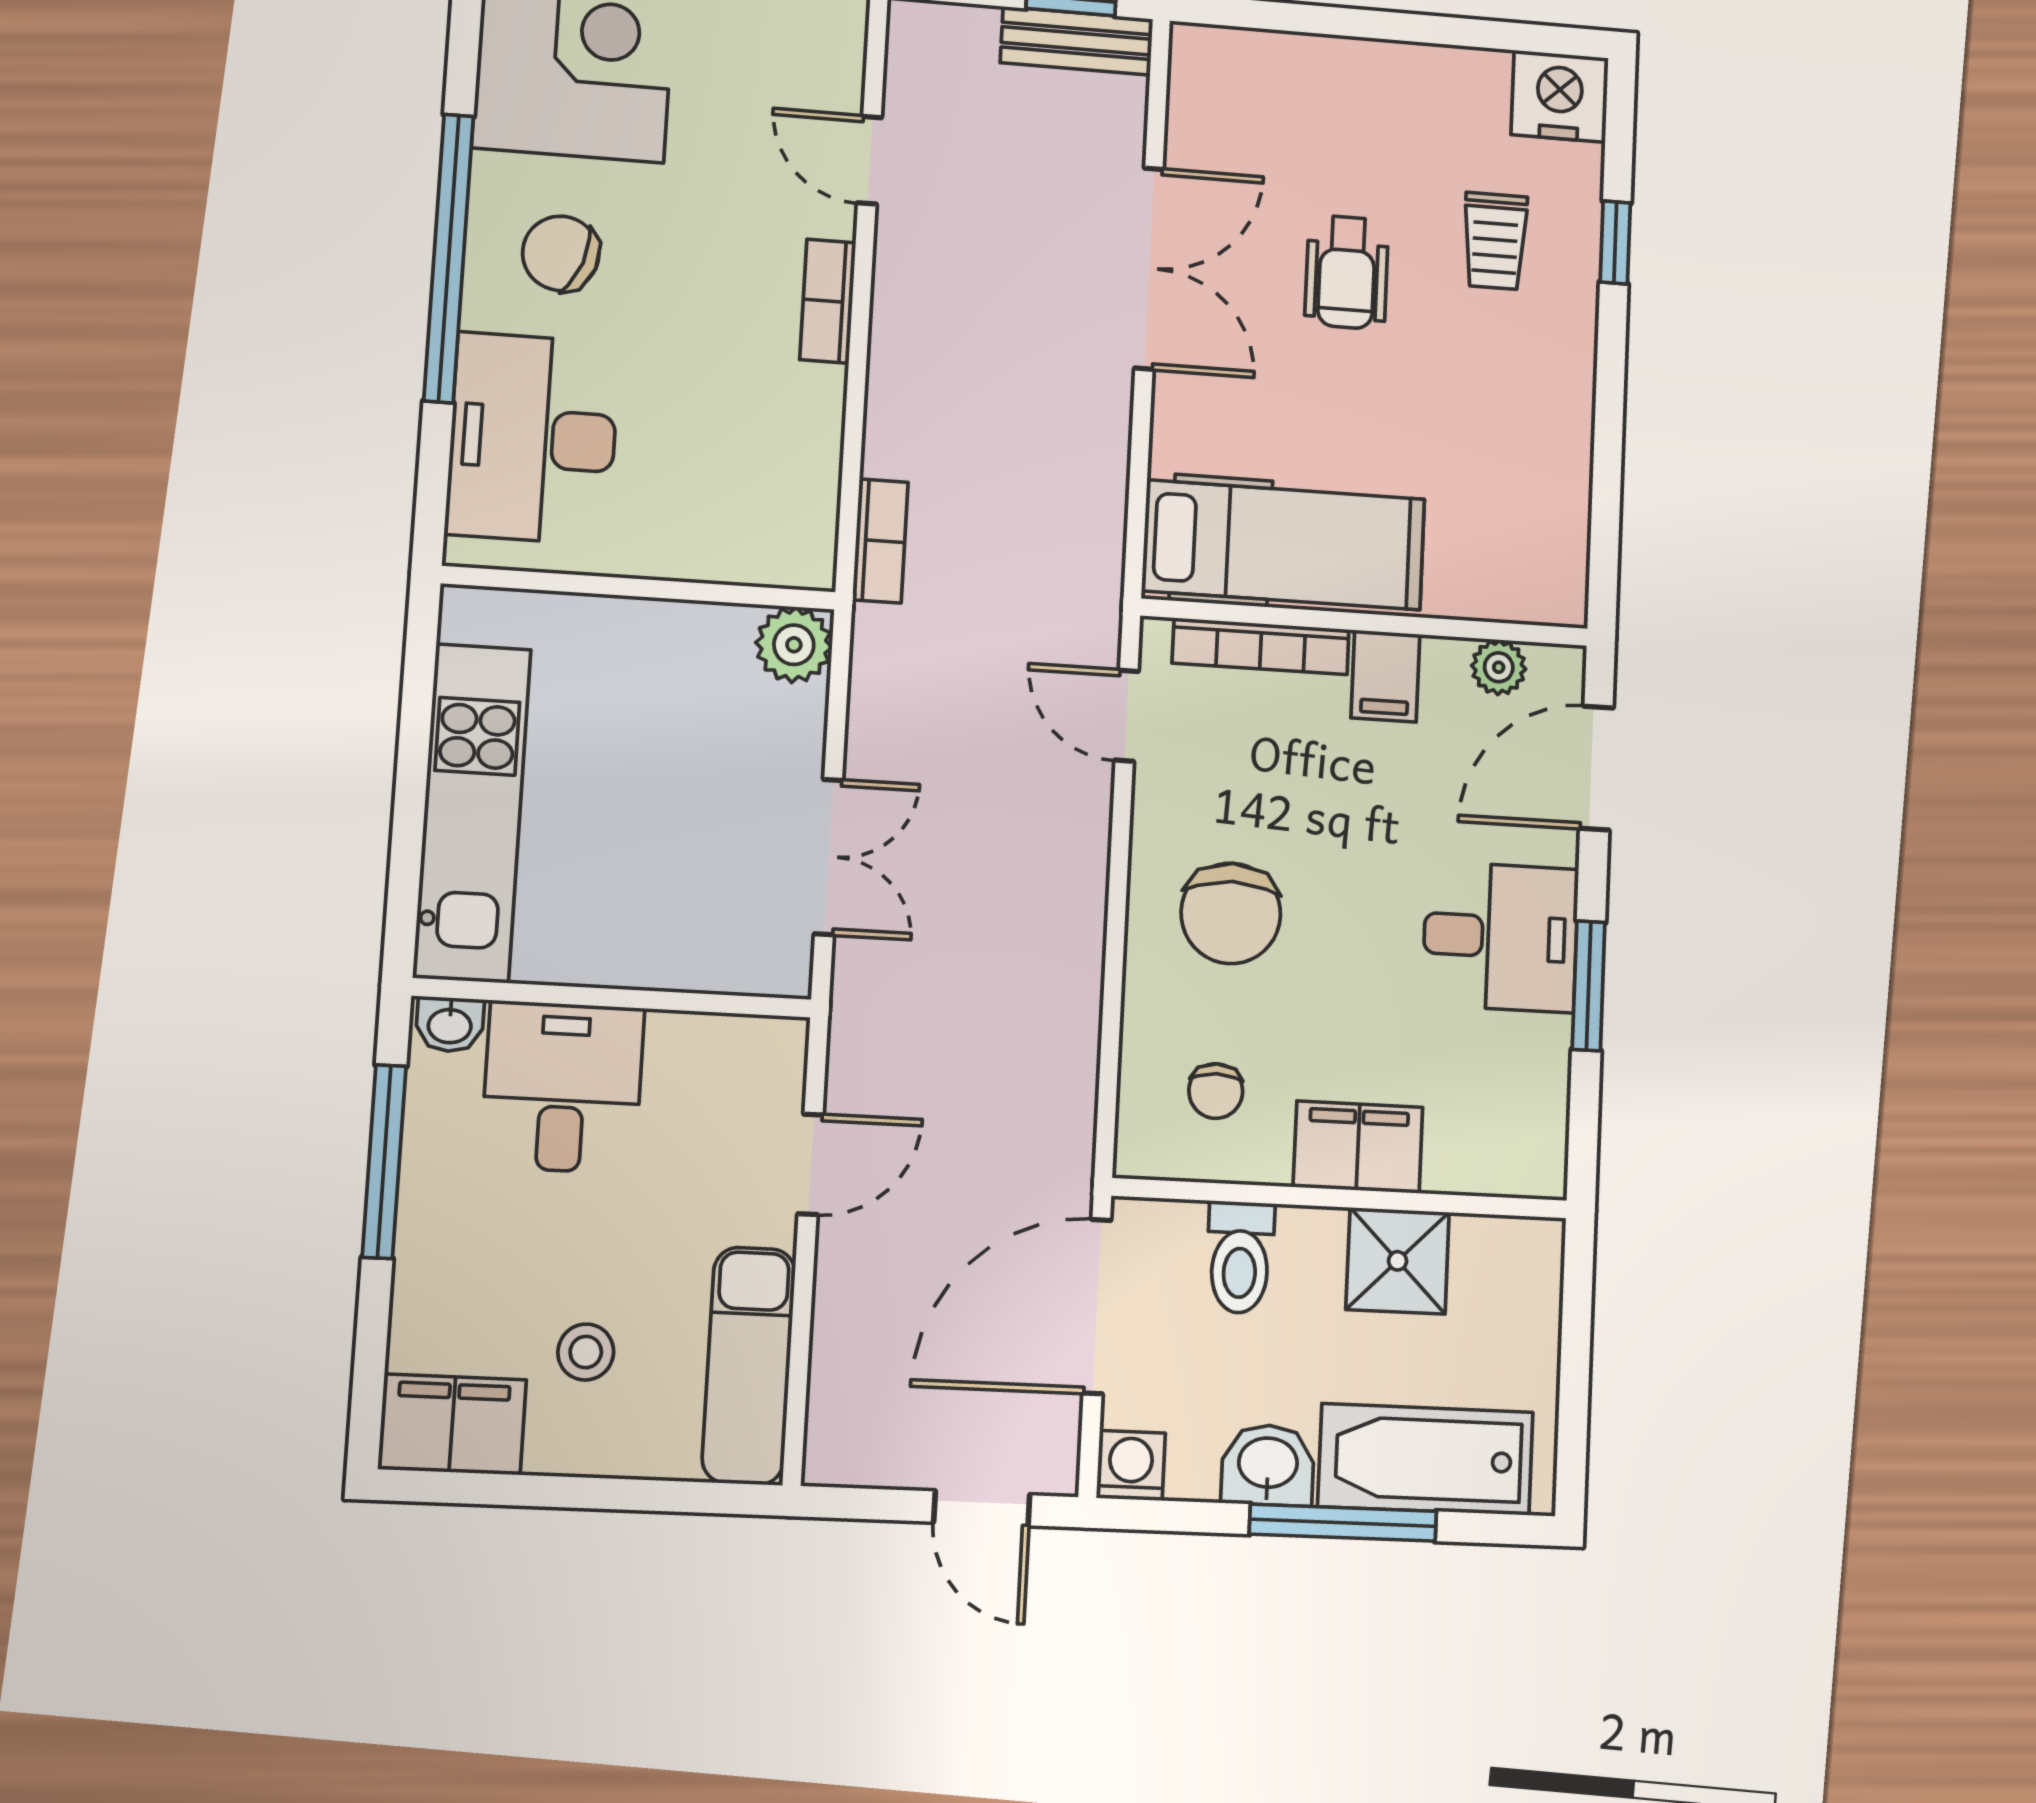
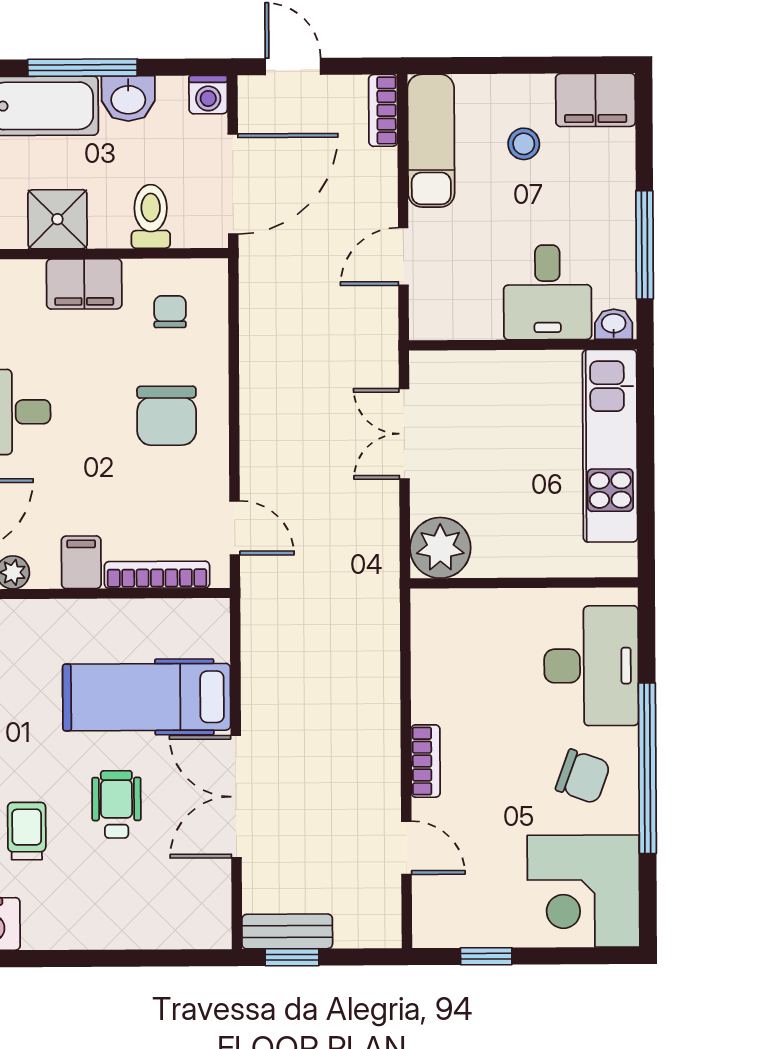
bookcase: (880, 541) -> (383, 110), moved
hospital bed: (1284, 545) -> (147, 697), moved
plant: (794, 645) -> (440, 548), width x1.36, depth x1.36
chair: (1231, 913) -> (167, 416), turned 180

